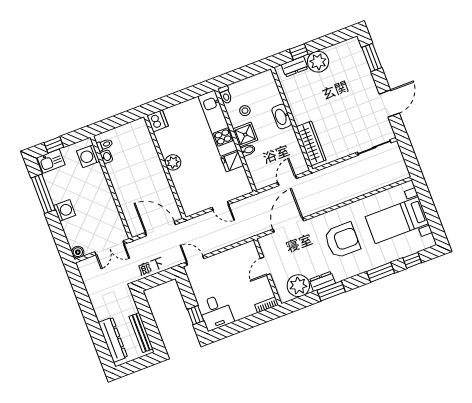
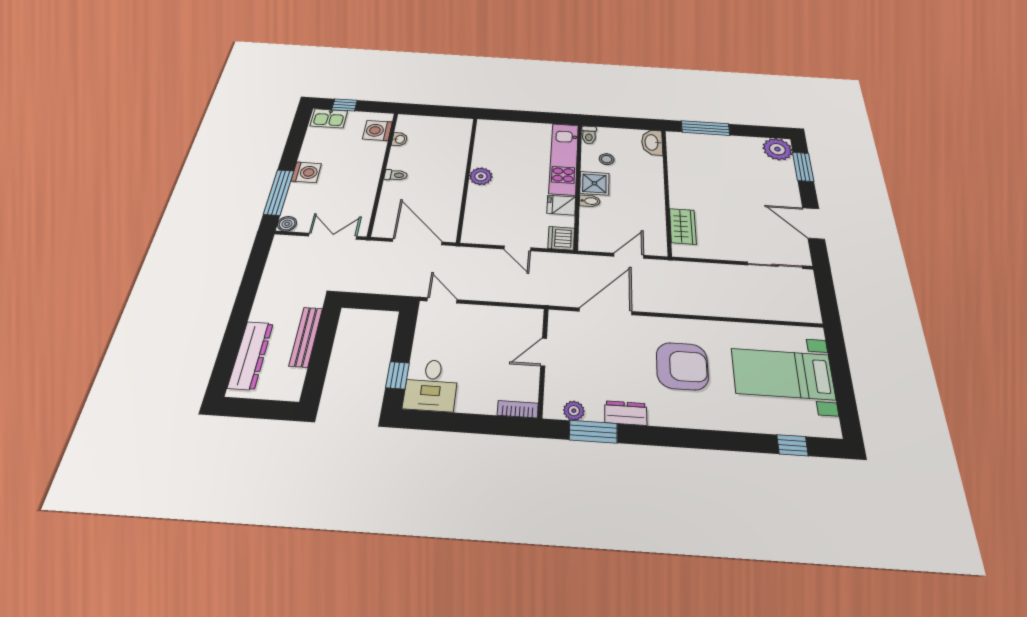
window: (299, 52) -> (705, 128), width x2.17
plant: (318, 62) -> (777, 149), moved
dresser: (295, 67) -> (694, 140), removed
door: (389, 104) -> (813, 223), swing flipped
washbasin: (282, 117) -> (652, 142), moved
dishwasher: (158, 121) -> (561, 238), moved, turned 180
wardrobe: (311, 143) -> (683, 226), width x0.67
toilet: (105, 145) -> (396, 175), moved
window: (43, 194) -> (279, 192), moved
double door: (110, 248) -> (333, 236), swing flipped
window: (381, 272) -> (731, 441), removed
plant: (298, 286) -> (574, 411), width x0.53, depth x0.53
window: (331, 291) -> (593, 432), moved
bench: (141, 333) -> (306, 337), moved

